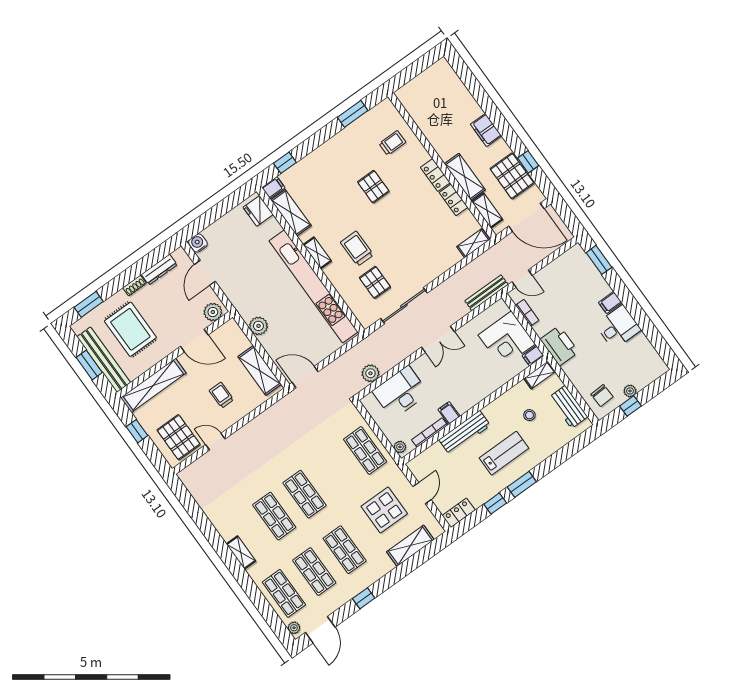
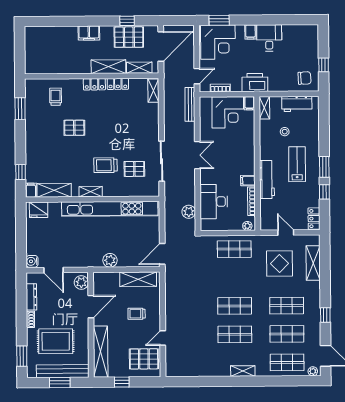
corner desk: (575, 275) -> (218, 42), added
plant: (630, 391) -> (314, 59), removed

